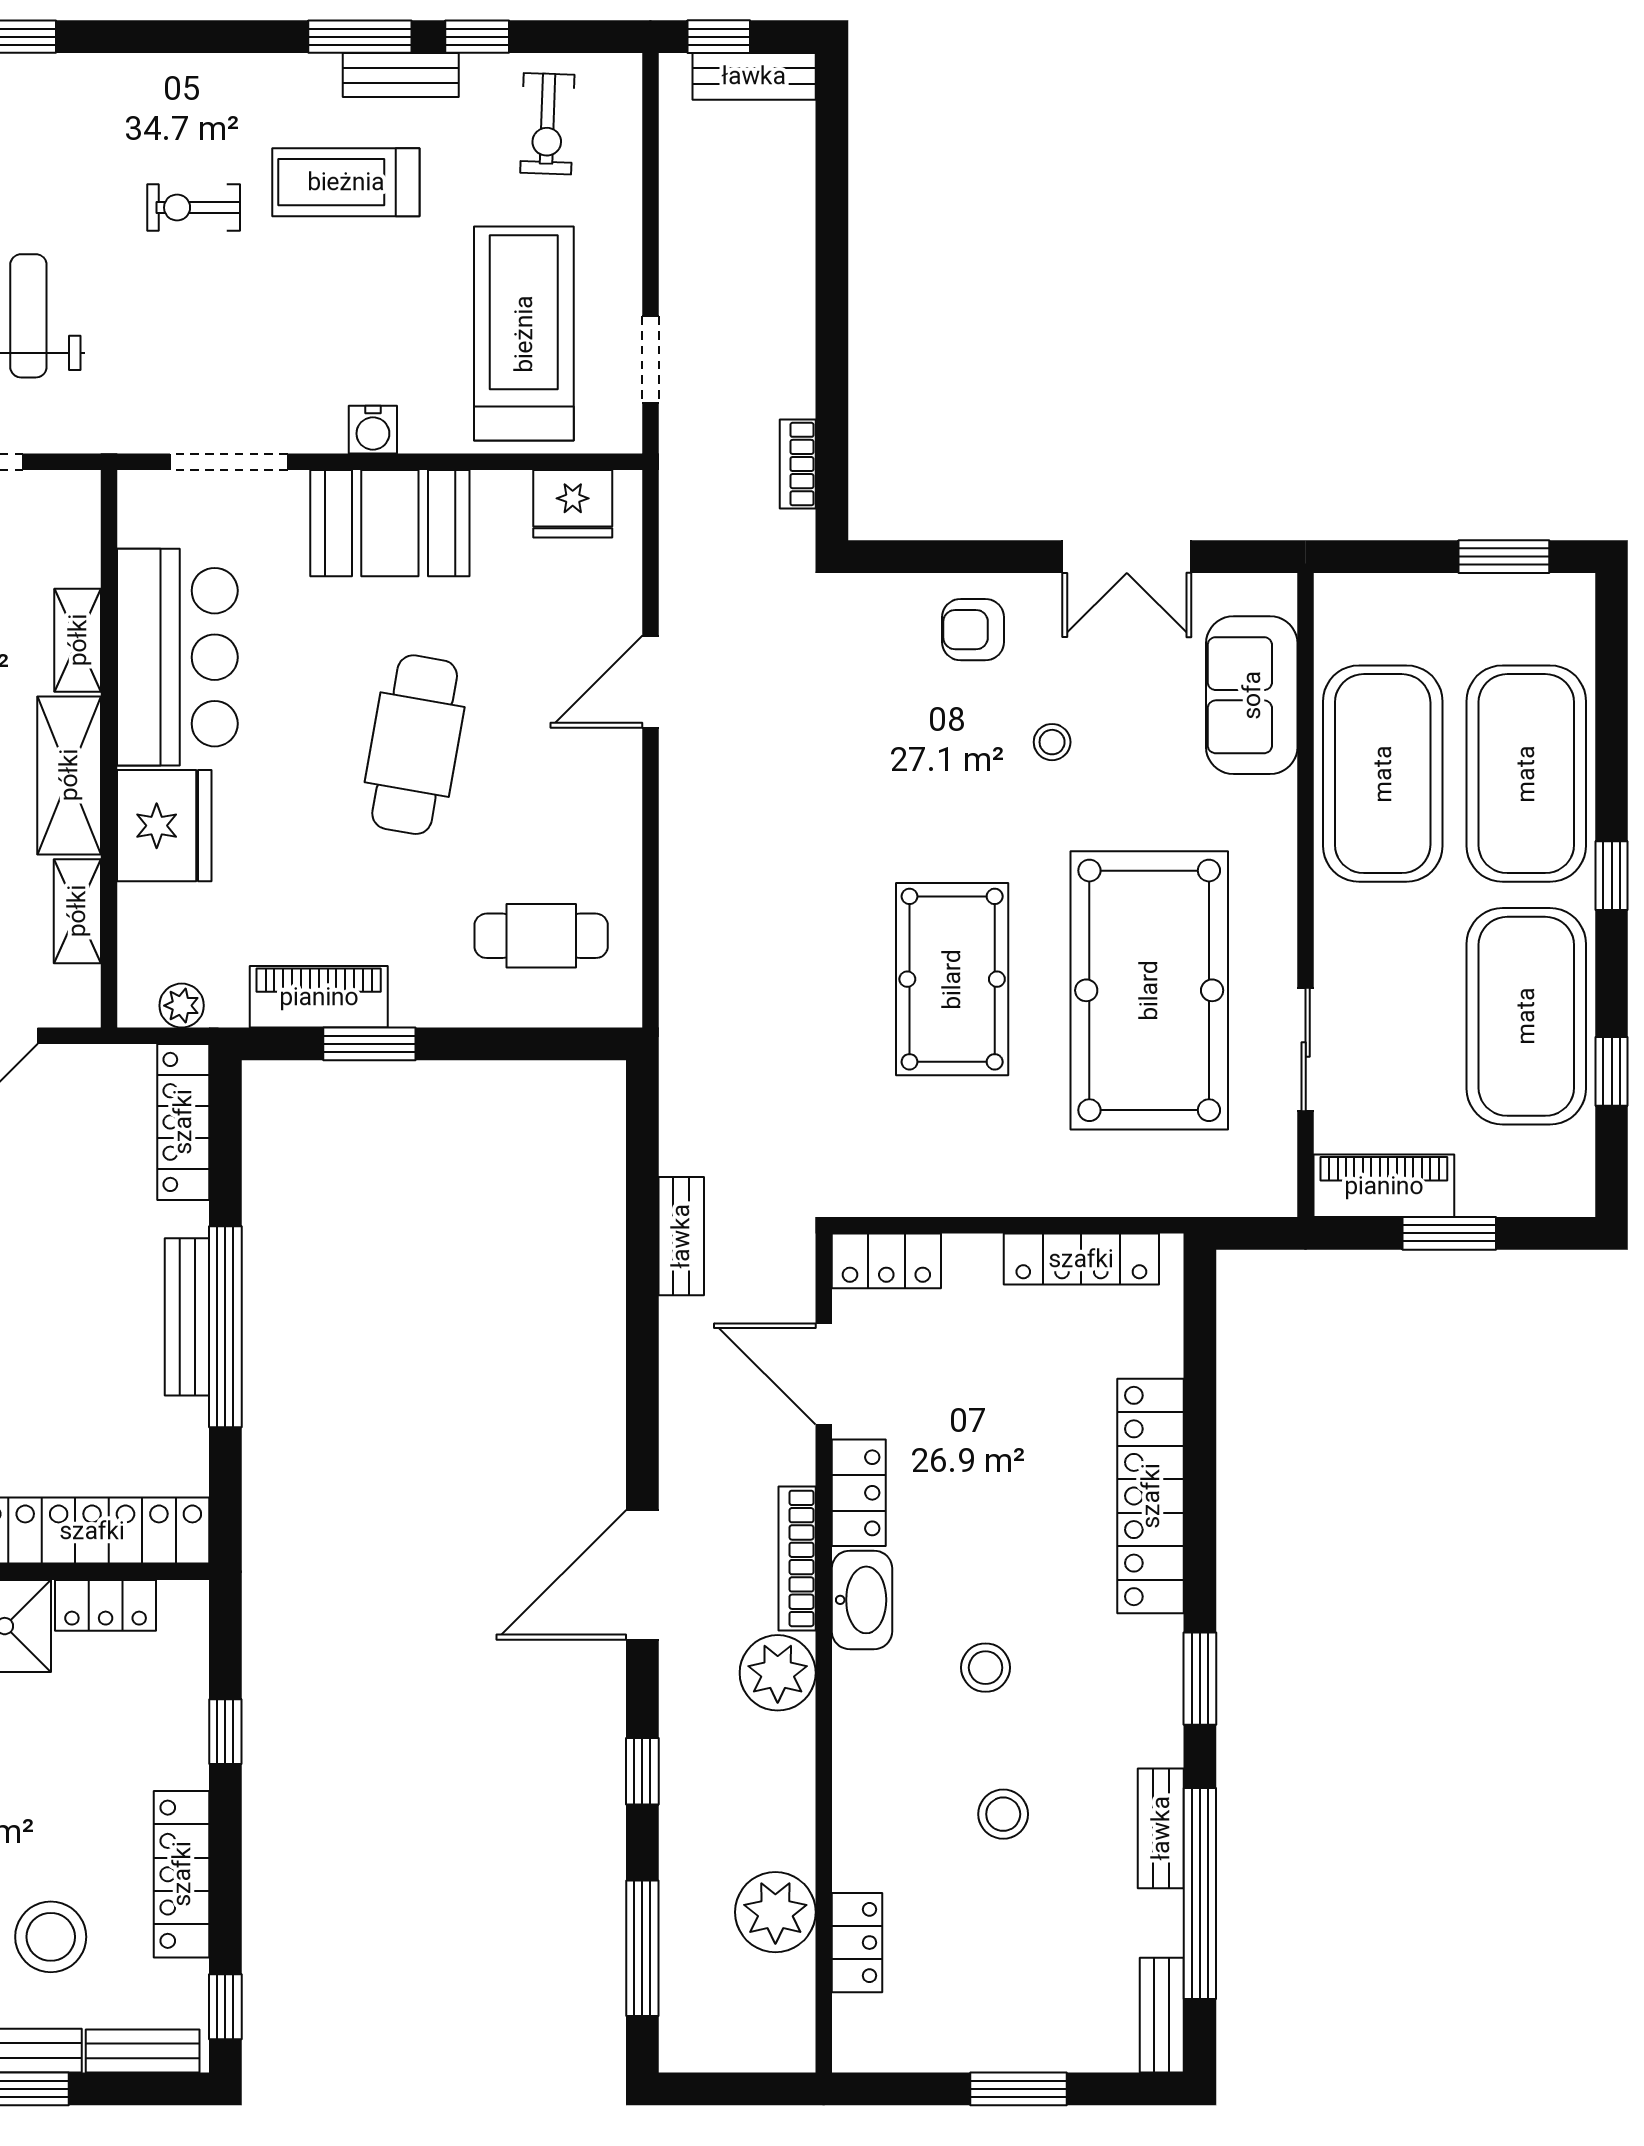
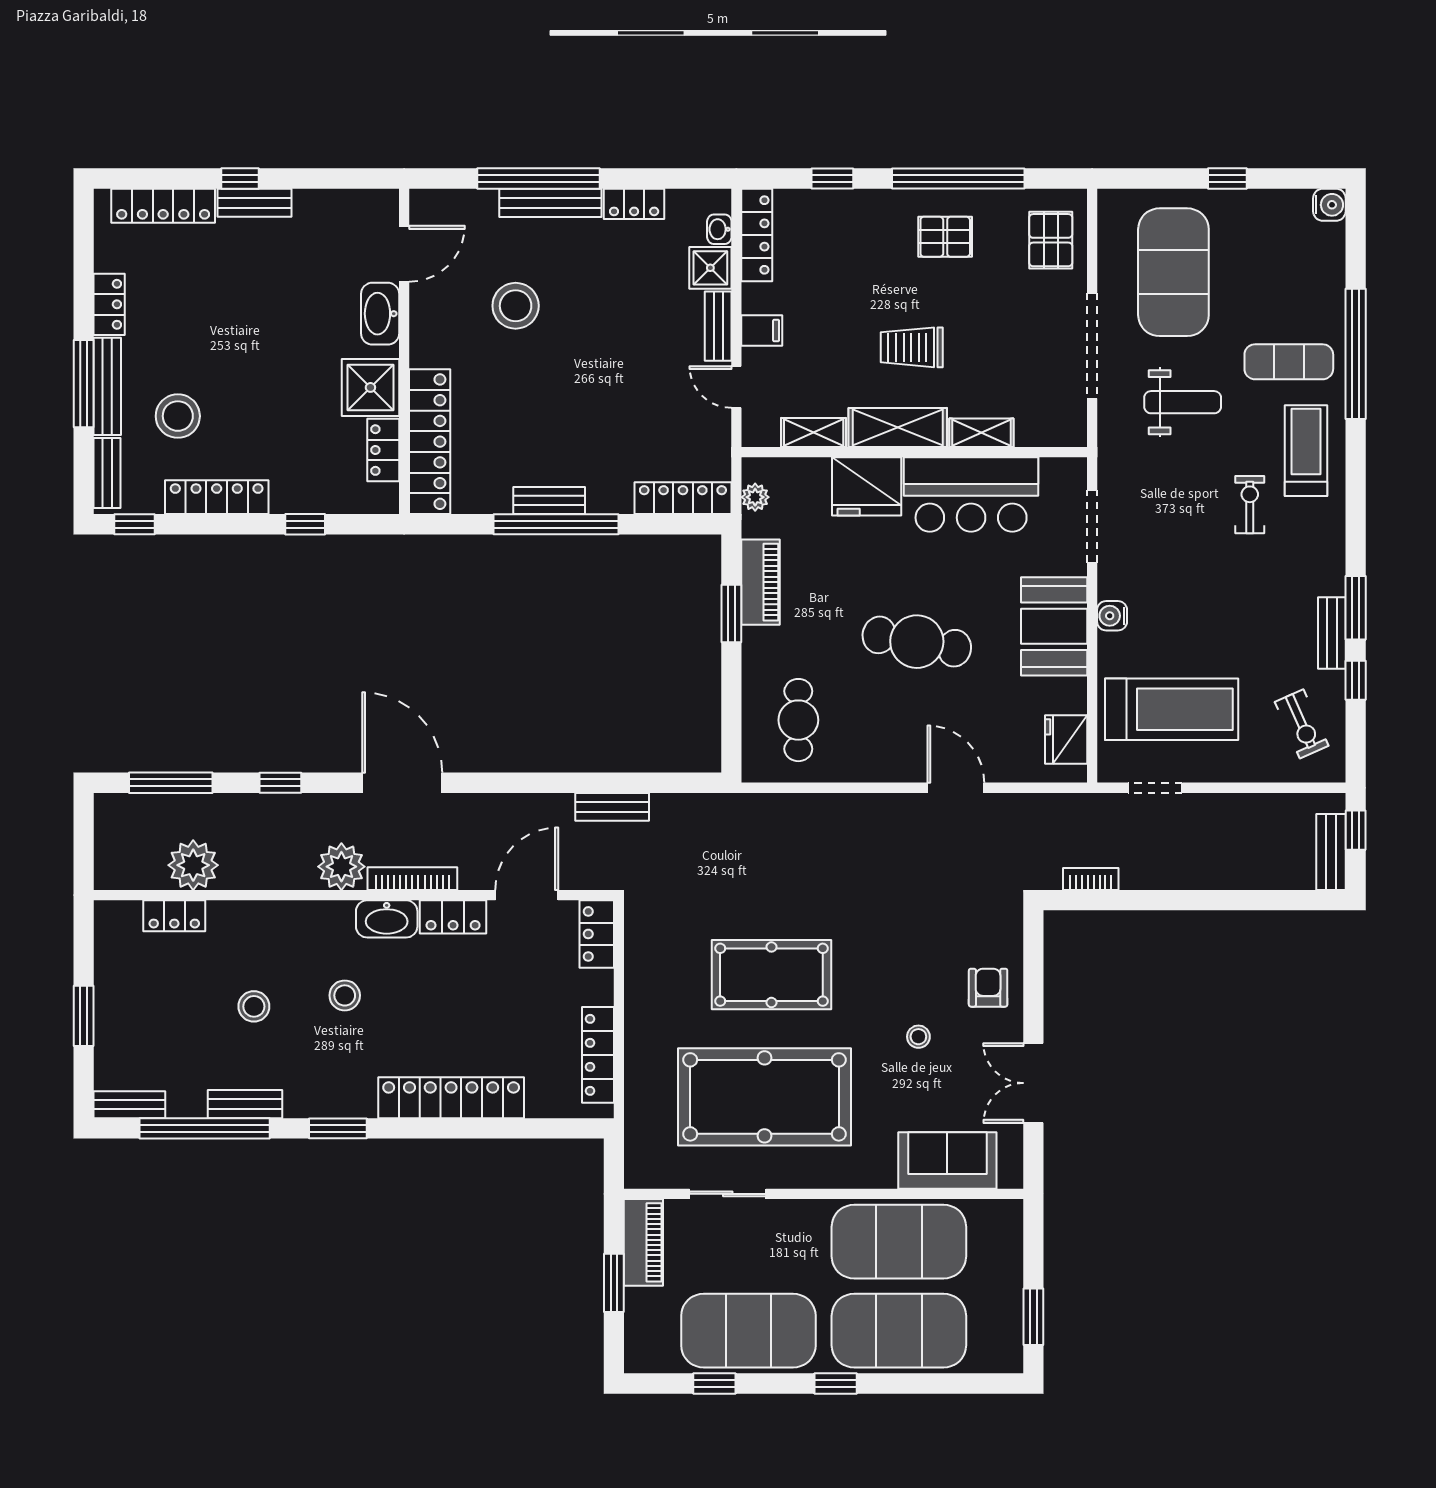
exercise bike: (547, 124) -> (1302, 724), turned -116
treadmill: (346, 182) -> (1306, 451), moved
bench: (187, 1317) -> (549, 501), width x0.73

